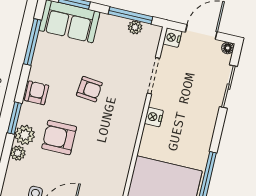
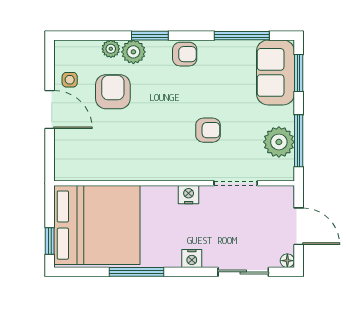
plant: (135, 27) -> (279, 142), width x1.88, depth x1.88
nightstand: (172, 38) -> (192, 259), moved, turned 180
armchair: (89, 89) -> (208, 130), moved, turned -96
armchair: (59, 138) -> (113, 92), moved

